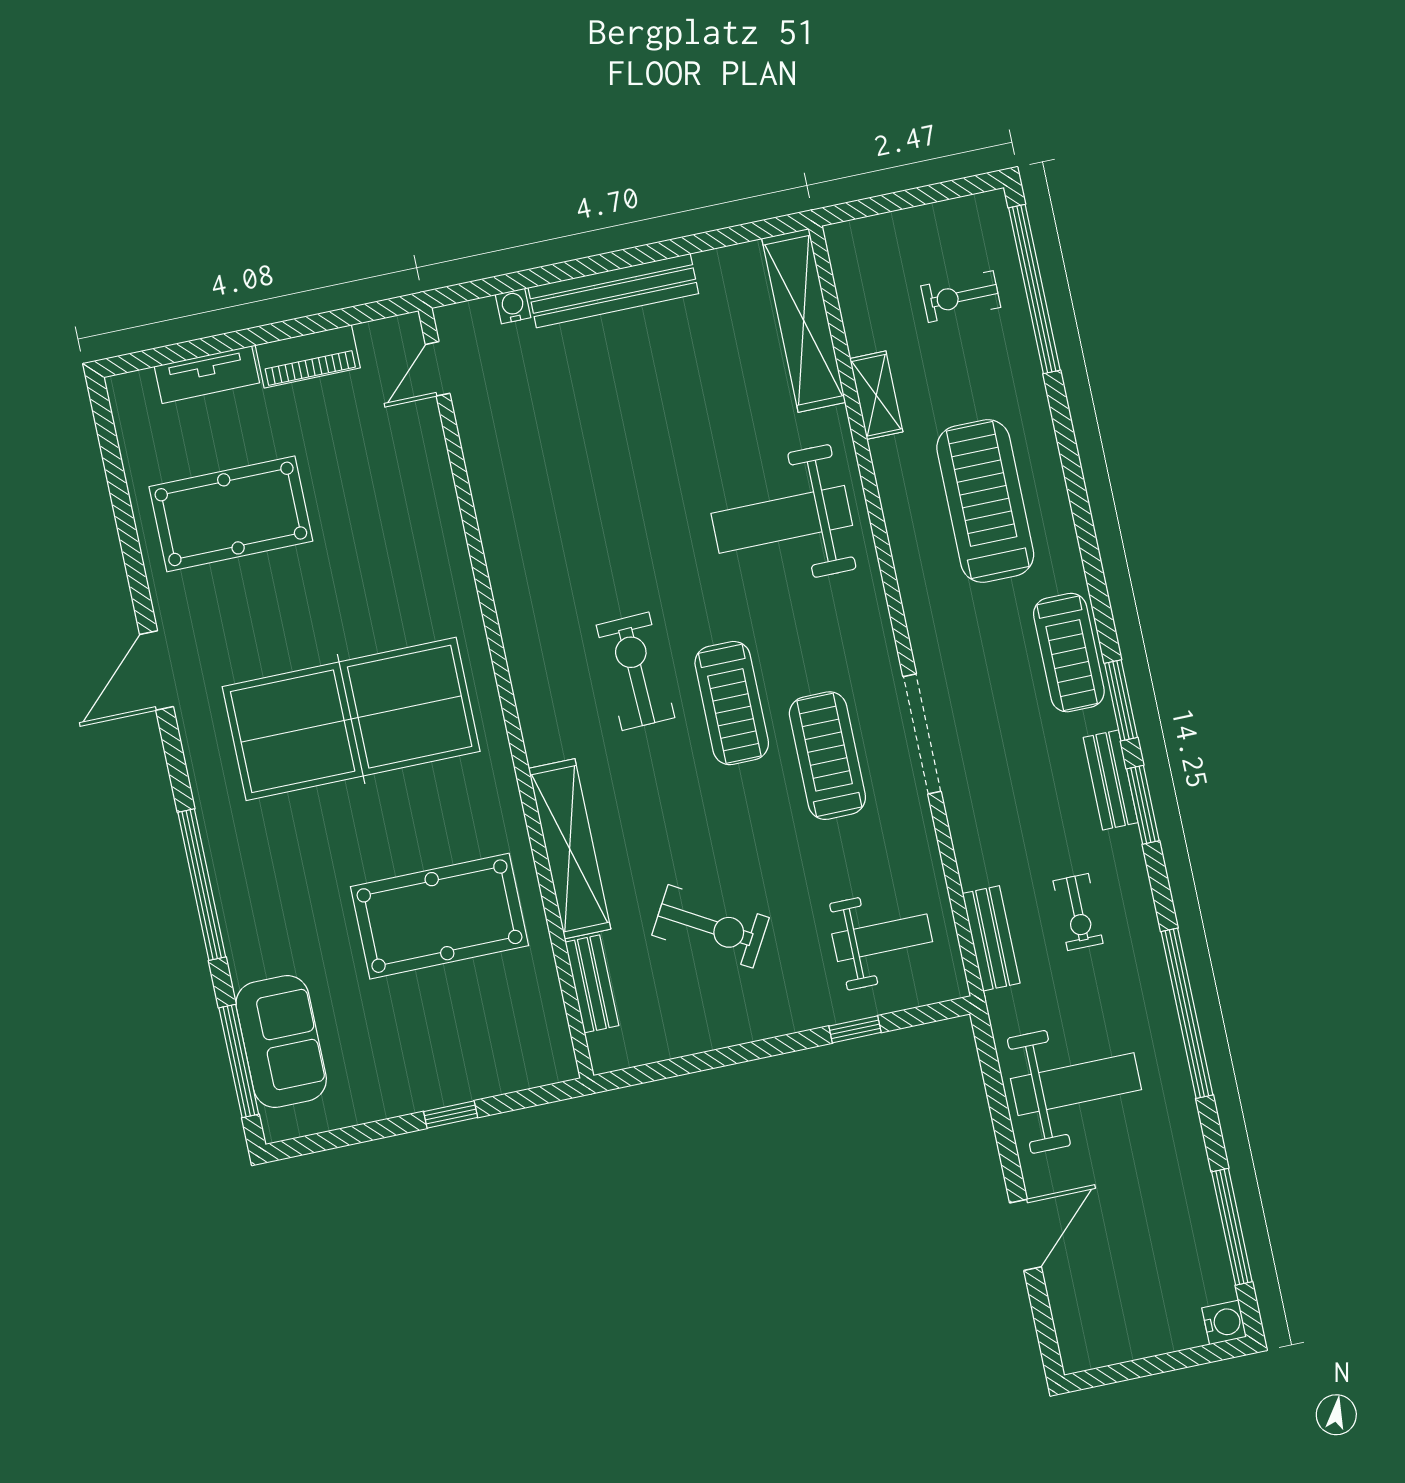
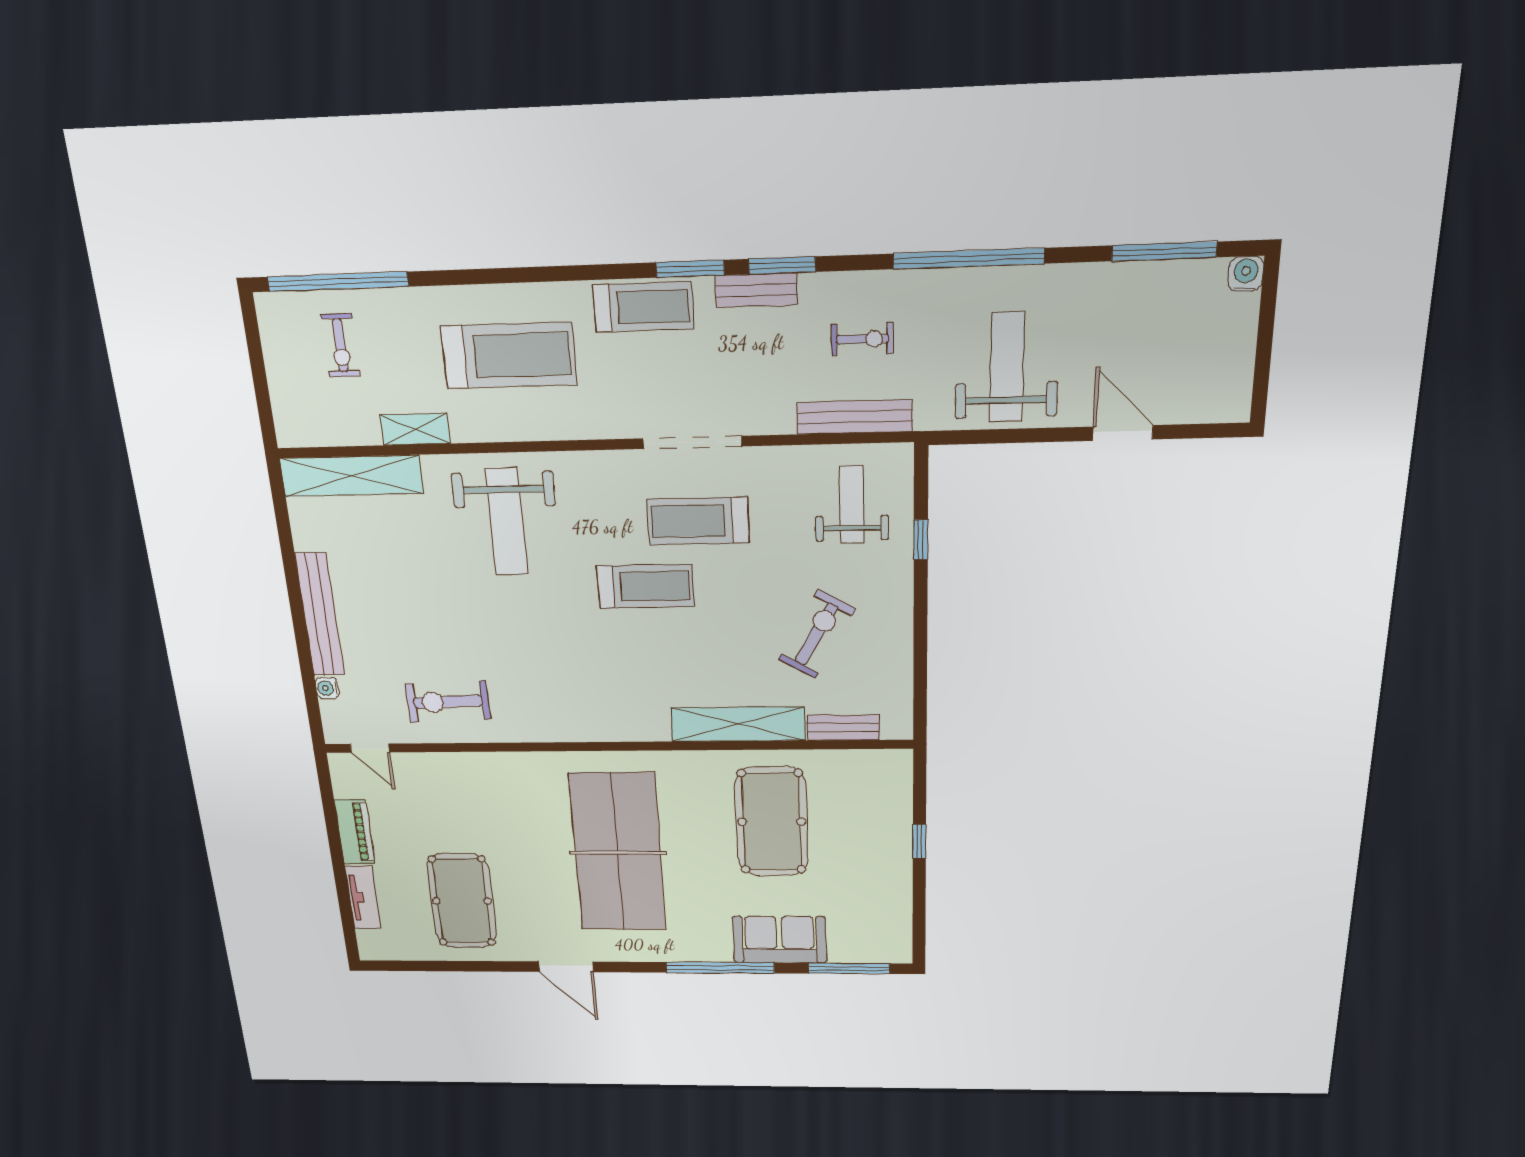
treadmill: (985, 501) -> (509, 355), turned 180
exercise bike: (636, 671) -> (448, 702), moved
bench: (991, 938) -> (855, 417), width x1.36
sofa: (281, 1042) -> (779, 940), moved

